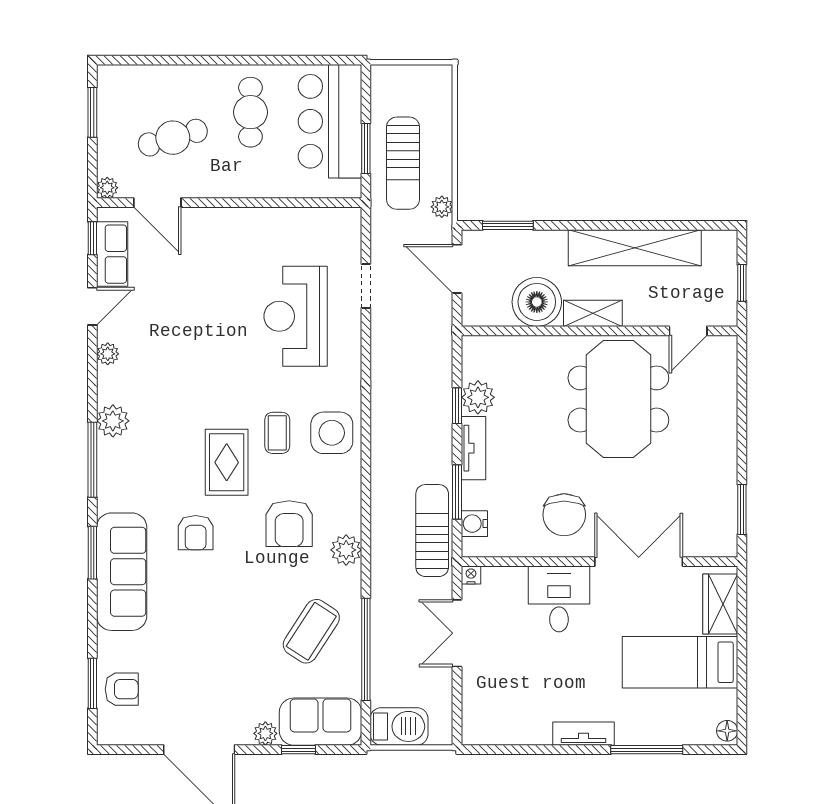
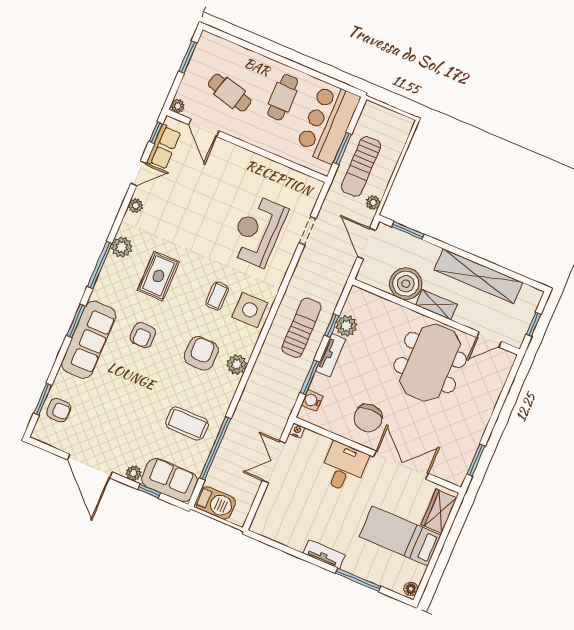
cafe table: (173, 138) -> (230, 93), turned 31
rug: (227, 462) -> (158, 276), moved
armchair: (289, 524) -> (201, 353), turned 180
sun lounger: (432, 531) -> (301, 328), moved
plant: (346, 550) -> (237, 365), moved
coffee table: (311, 631) -> (187, 424), turned 57

